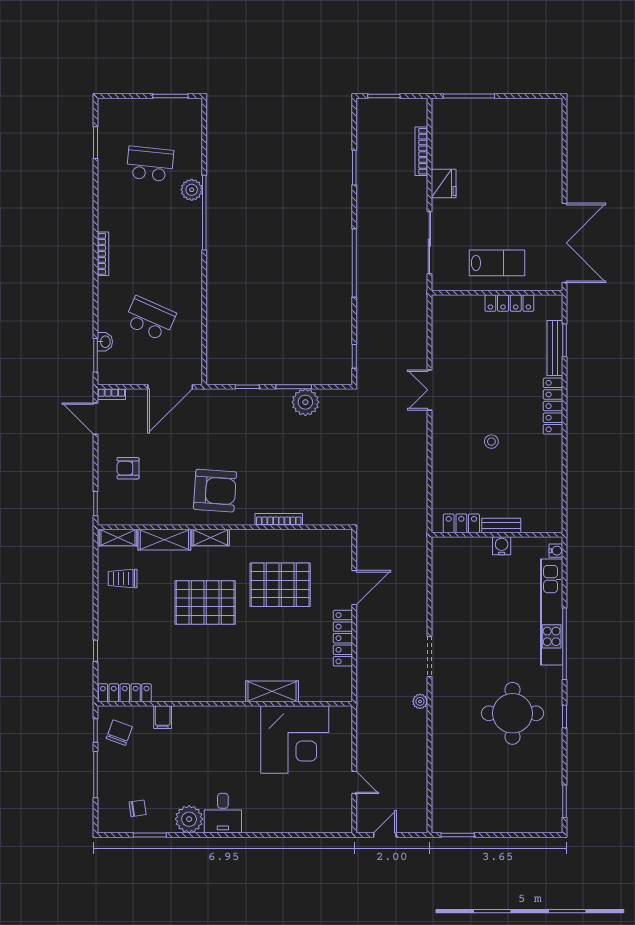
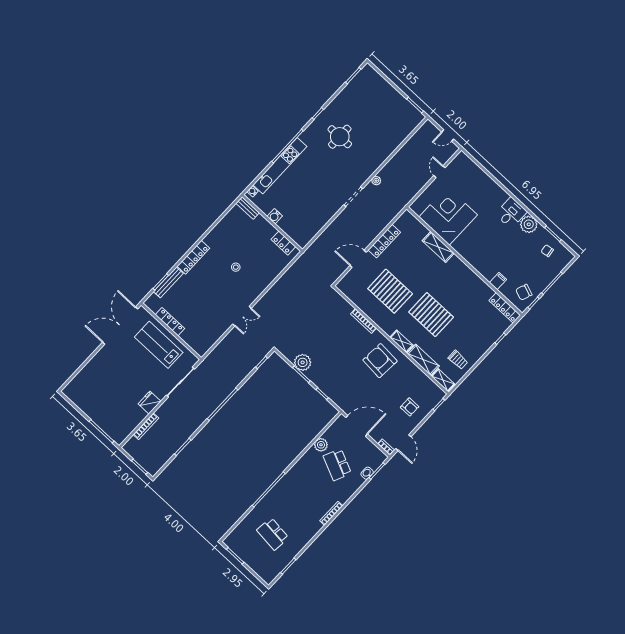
plant: (192, 190) -> (321, 445), moved
lab bench: (497, 263) -> (159, 345), width x1.36, depth x1.39
bench: (501, 526) -> (248, 208), moved
round table: (513, 713) -> (340, 137), width x0.73, depth x0.73

